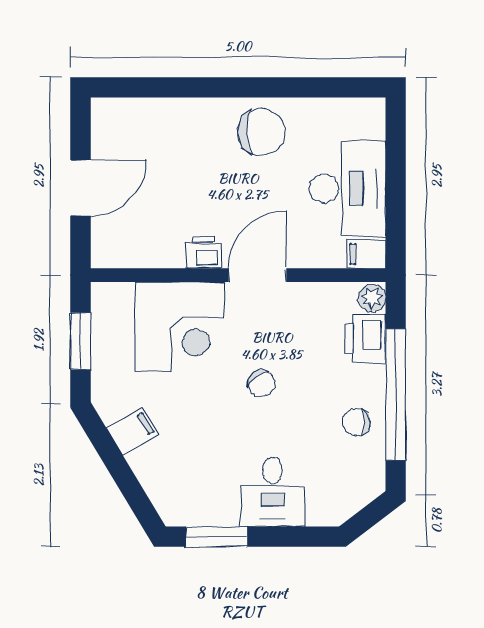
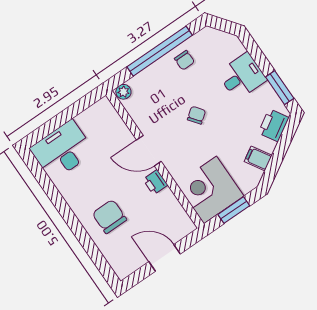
chair: (261, 132) -> (109, 217), moved
desk: (348, 189) -> (62, 150), moved
filing cabinet: (366, 254) -> (105, 108), removed
corner desk: (180, 326) -> (210, 190), moved, turned -90
printer: (365, 339) -> (274, 125), moved, turned 149

